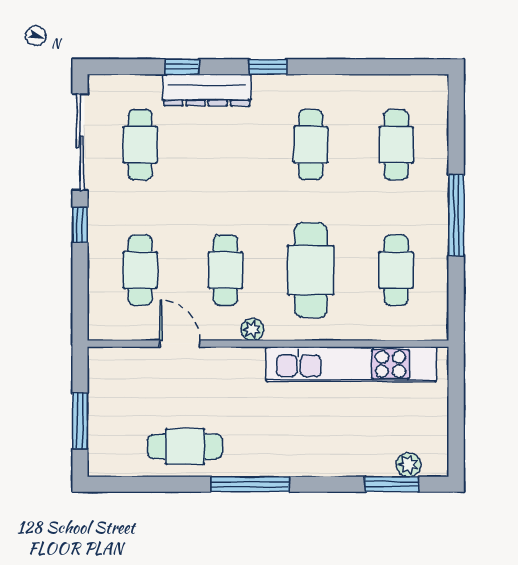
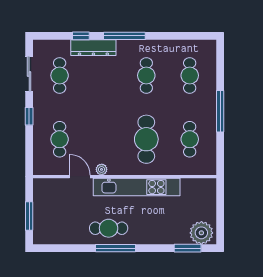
window: (268, 67) -> (124, 36), width x2.17
sliding door: (80, 142) -> (29, 74), width x0.73
cafe table: (225, 270) -> (103, 139), removed
plant: (252, 330) -> (102, 169), moved
kitchen unit: (351, 364) -> (137, 187), moved
cafe table: (185, 447) -> (109, 228), moved
plant: (408, 465) -> (201, 233), width x1.88, depth x1.88

